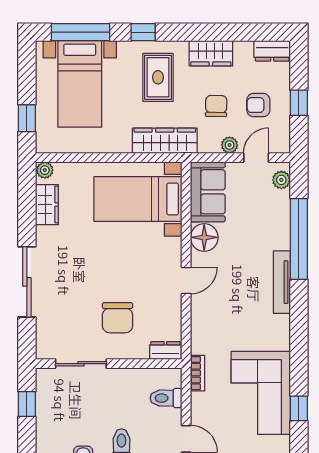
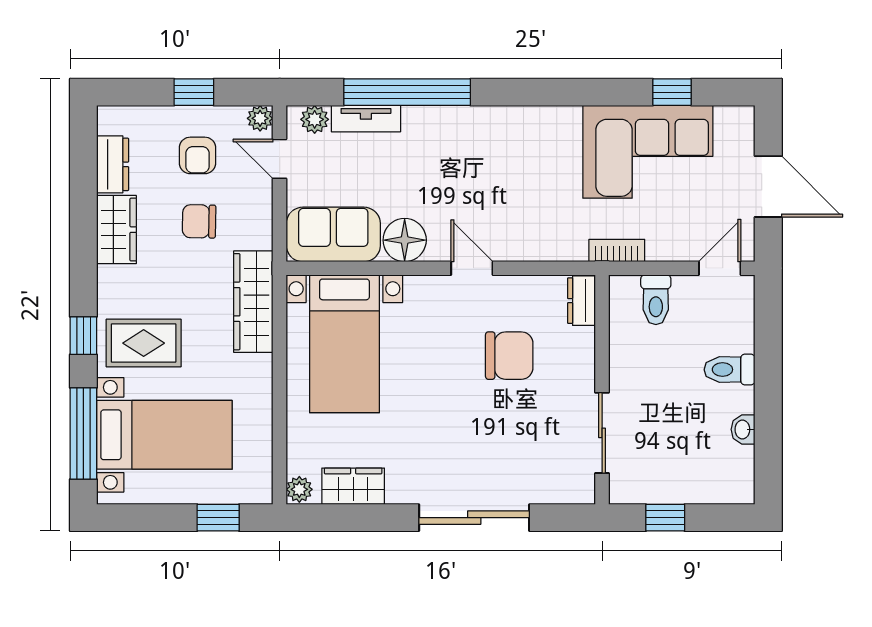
dresser: (272, 51) -> (113, 164), moved
rug: (158, 77) -> (144, 343), moved
plant: (230, 145) -> (260, 118), moved
tv unit: (282, 282) -> (366, 119), moved, width x0.71
chair: (118, 318) -> (509, 356), moved

